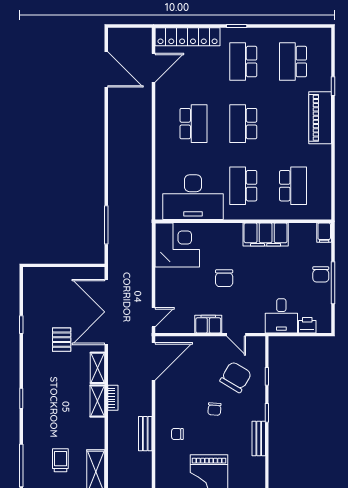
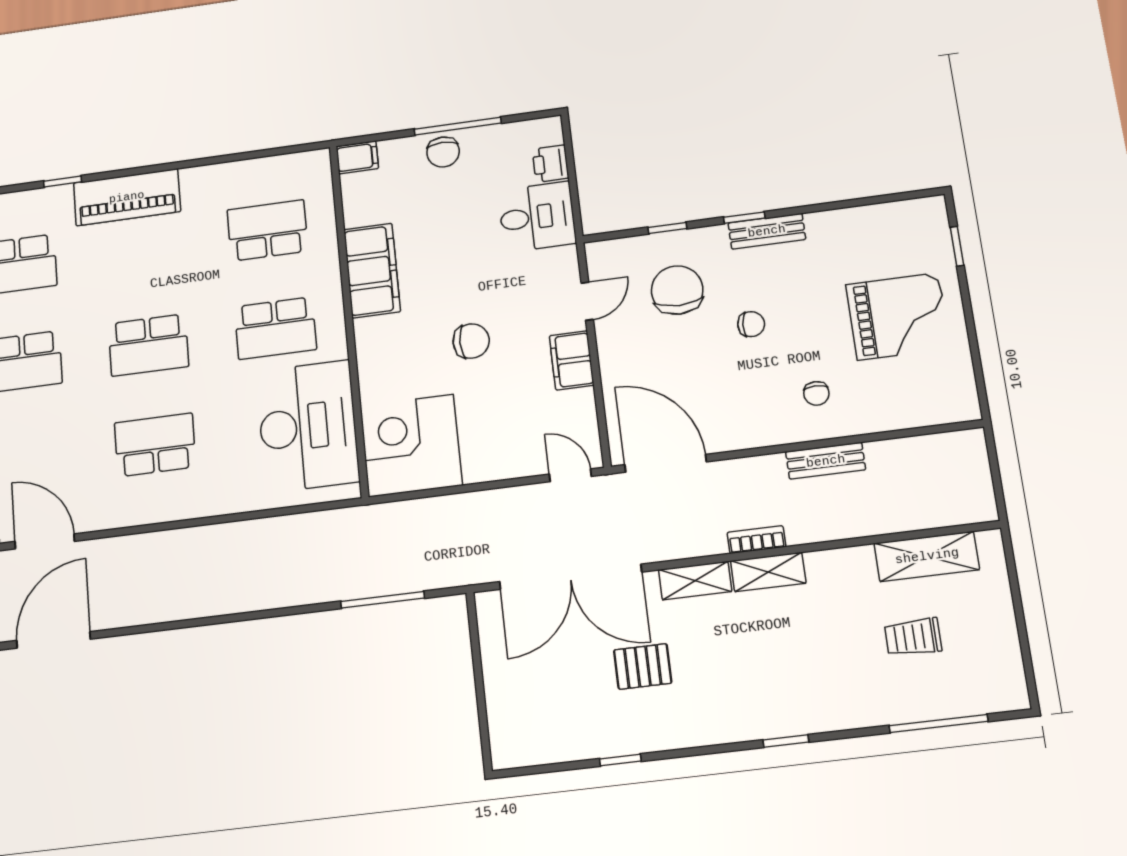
chair: (321, 274) -> (443, 152), turned 90
chair: (236, 377) -> (677, 290), turned 59
bench: (259, 438) -> (767, 231), moved

